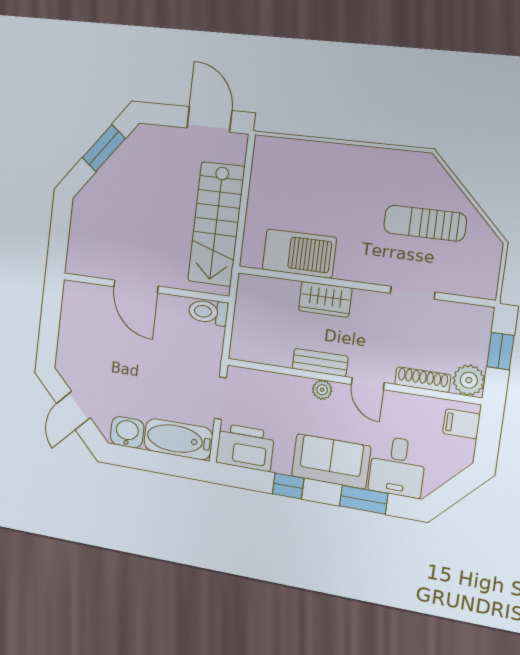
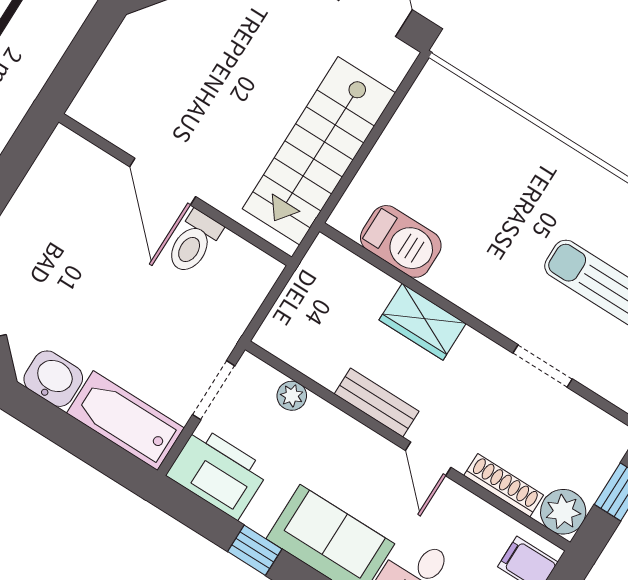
barbecue: (299, 254) -> (401, 241), width x0.73, depth x0.83
toilet: (208, 312) -> (194, 242), moved, turned -90
plant: (322, 390) -> (292, 396), moved

